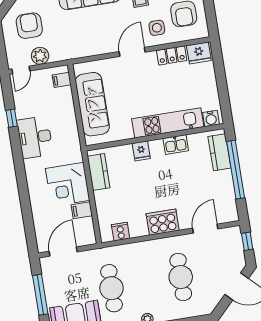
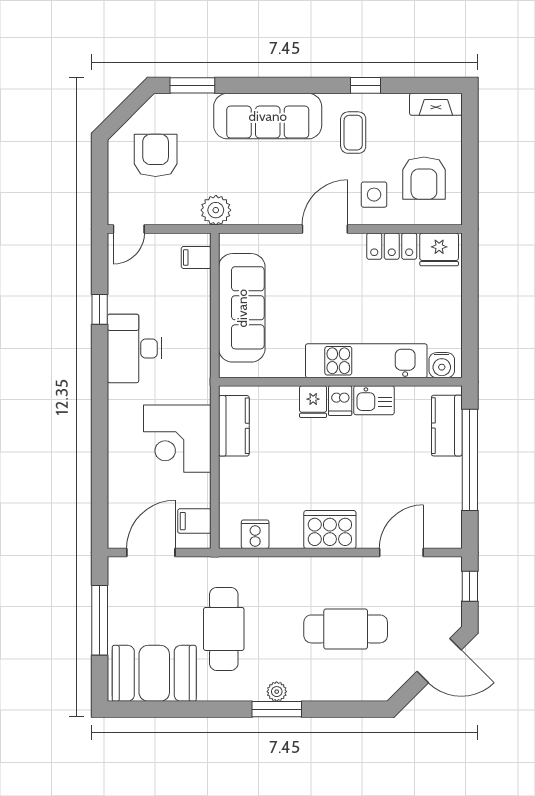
plant: (40, 56) -> (216, 210), moved
dishwasher: (157, 148) -> (340, 401), added
filing cabinet: (82, 210) -> (194, 521), moved
cafe table: (181, 277) -> (346, 629), turned 90

